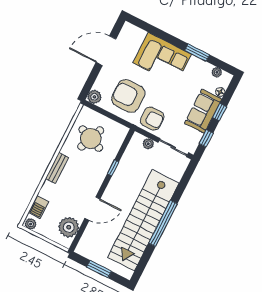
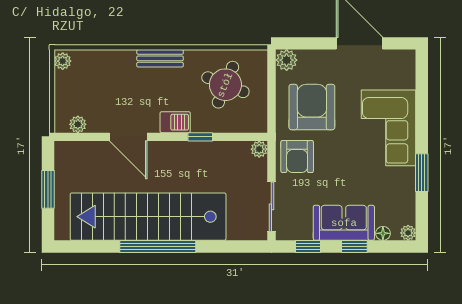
plant: (217, 72) -> (408, 233), moved
plant: (148, 144) -> (259, 149), moved
barbecue: (38, 207) -> (175, 122), moved, turned 180
plant: (69, 227) -> (78, 124), width x0.53, depth x0.53

